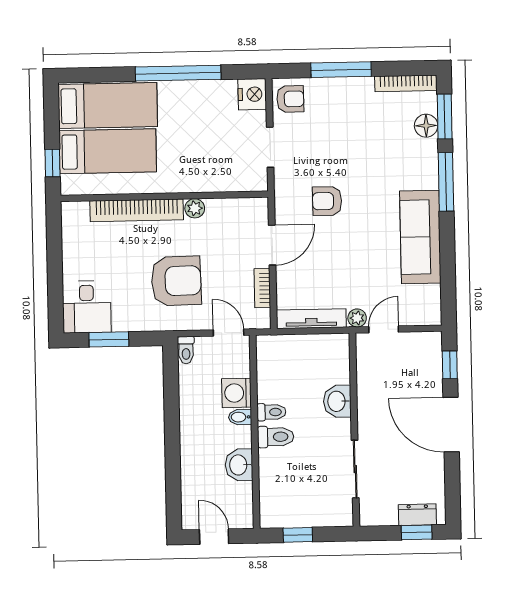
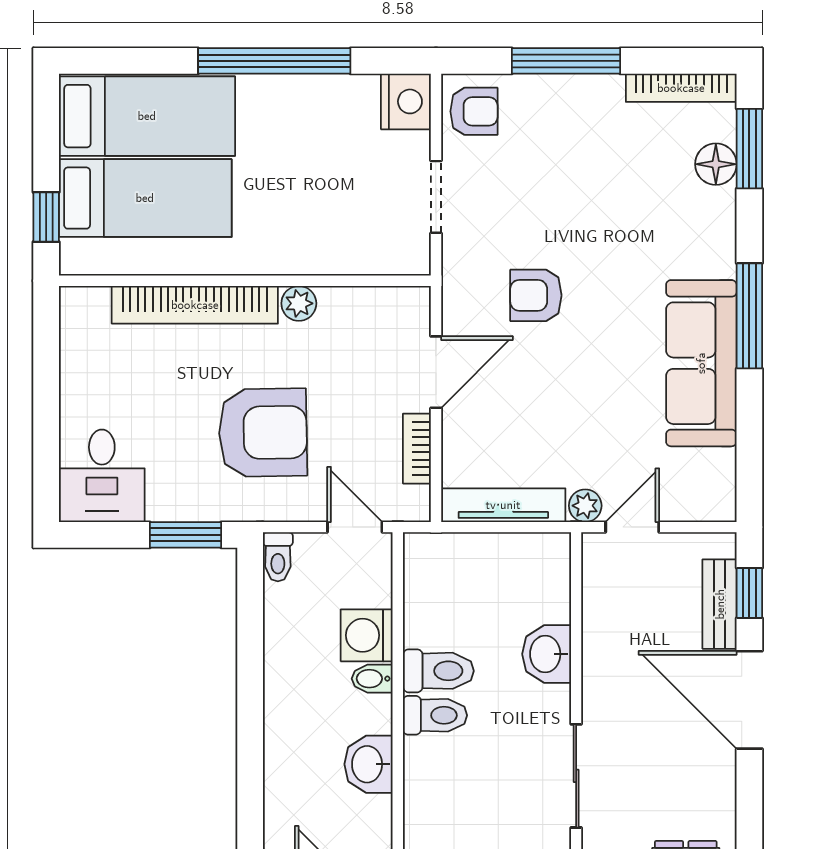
window: (446, 182) -> (749, 316), moved
window: (109, 339) -> (186, 535), moved
bench: (433, 371) -> (720, 604), added
toilet: (271, 412) -> (438, 671), width x1.37, depth x1.39

